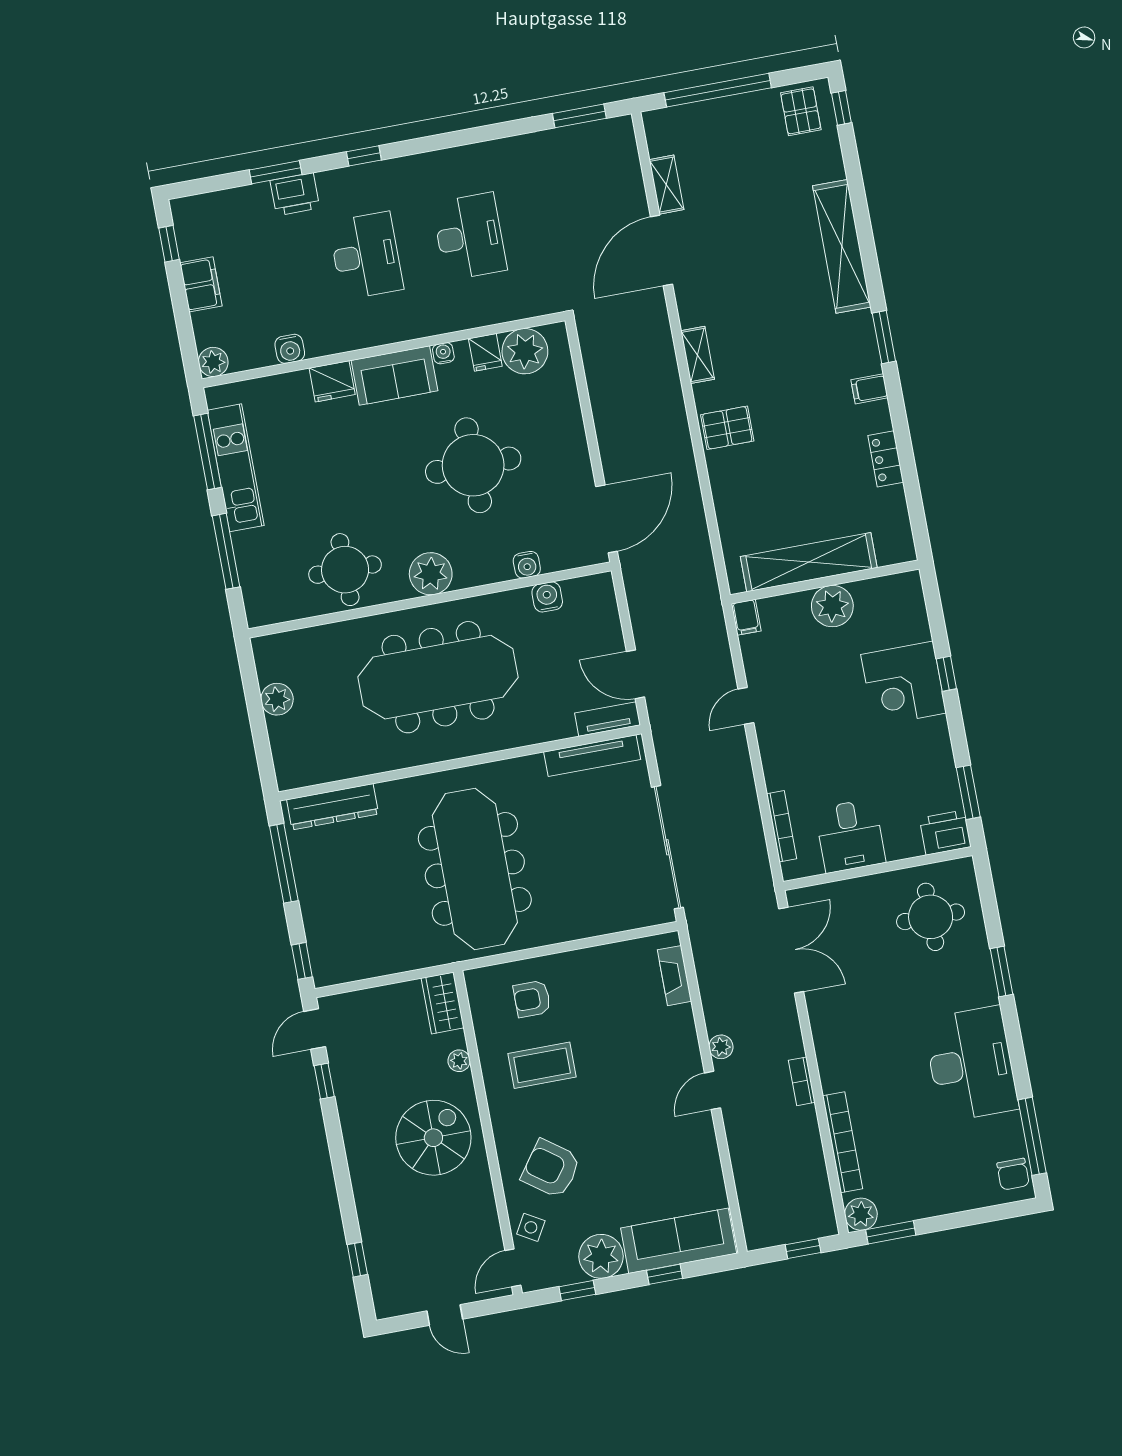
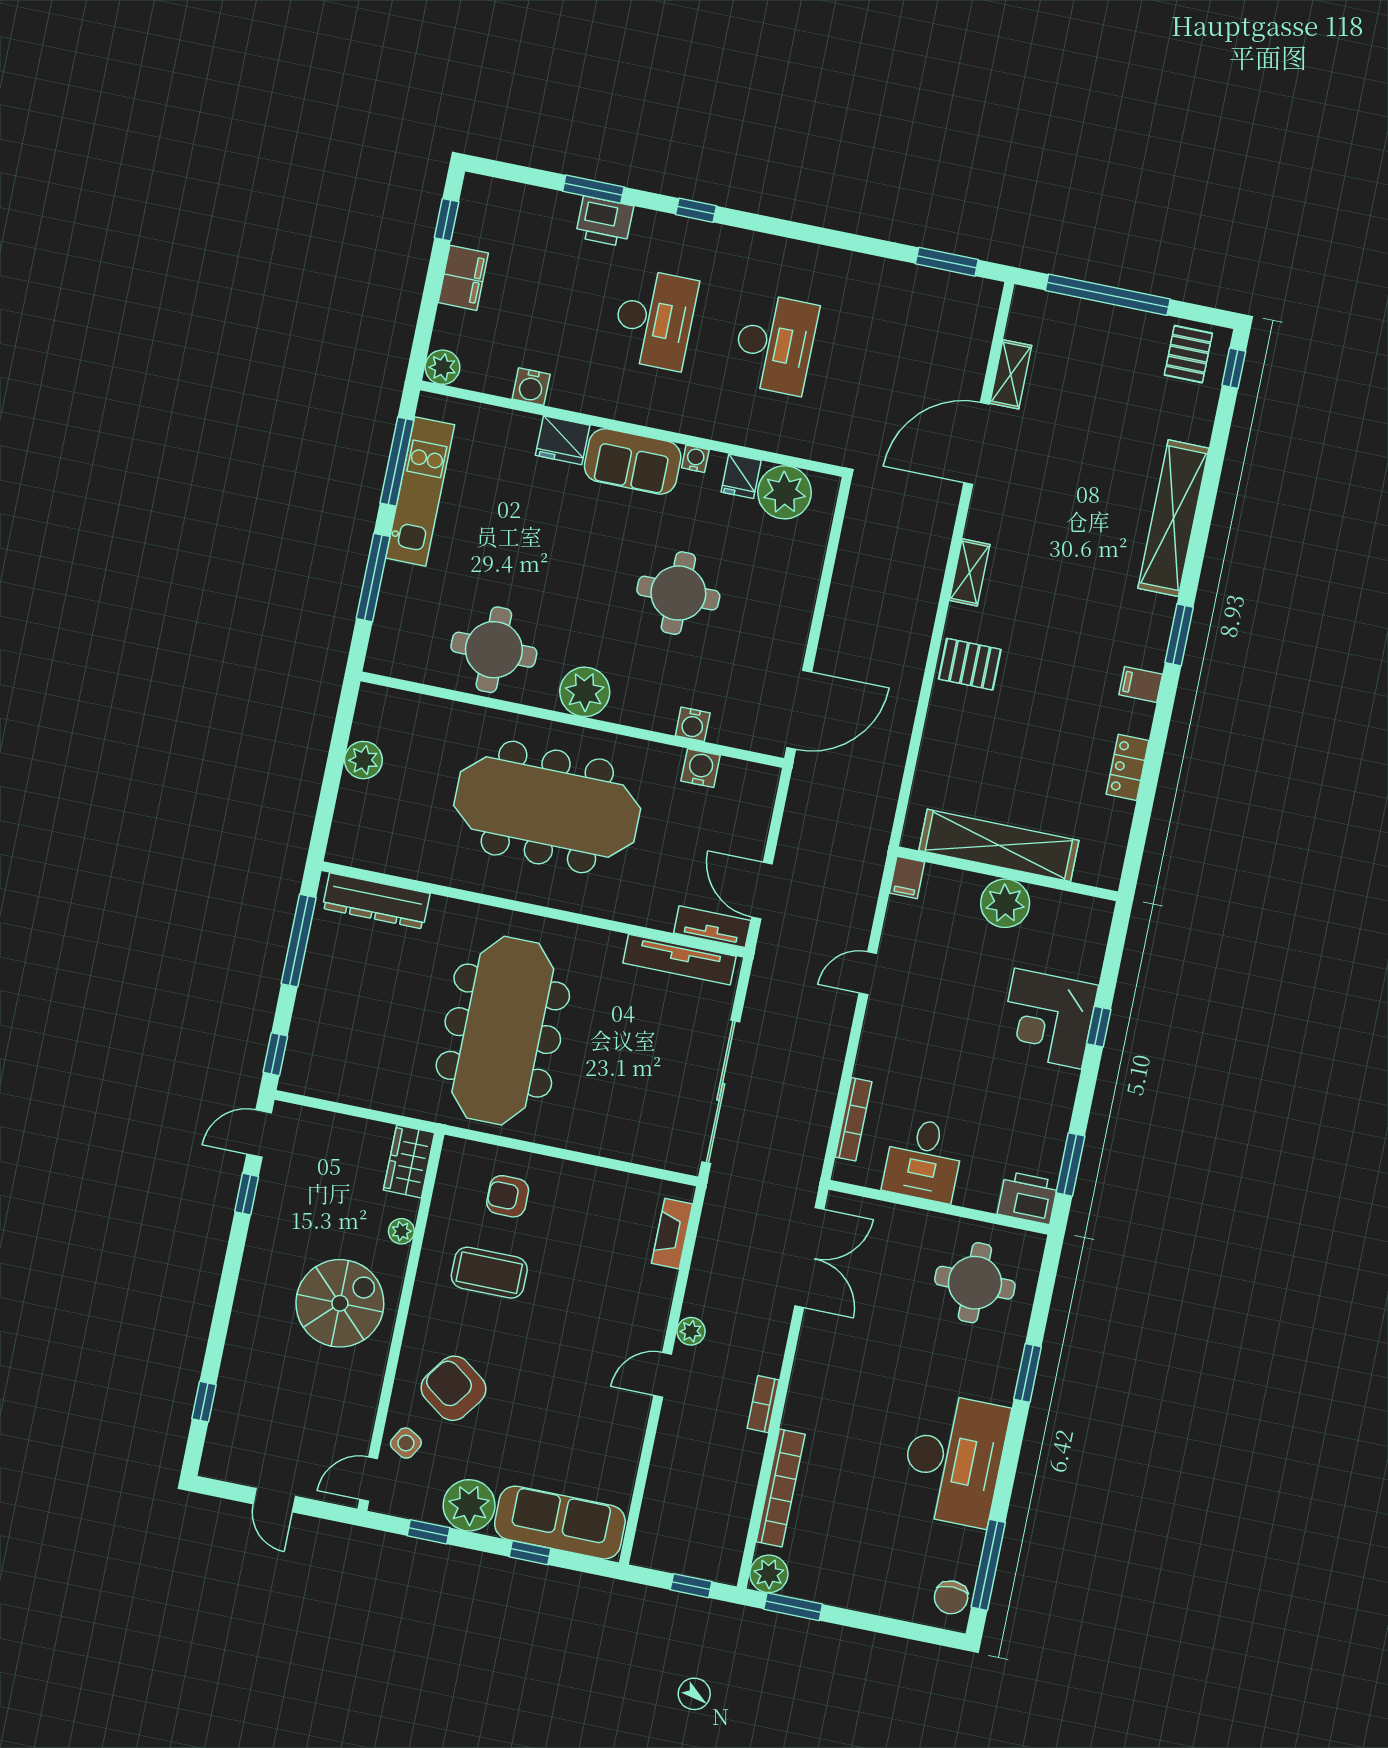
round table: (473, 465) -> (678, 593), width x0.73, depth x0.73

